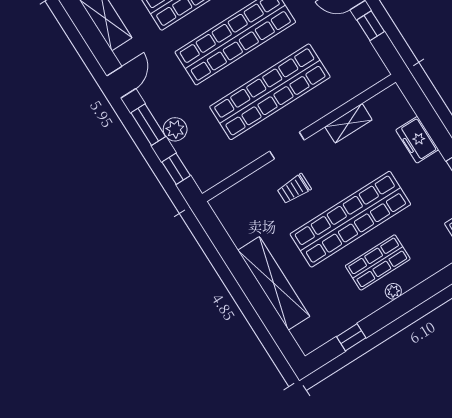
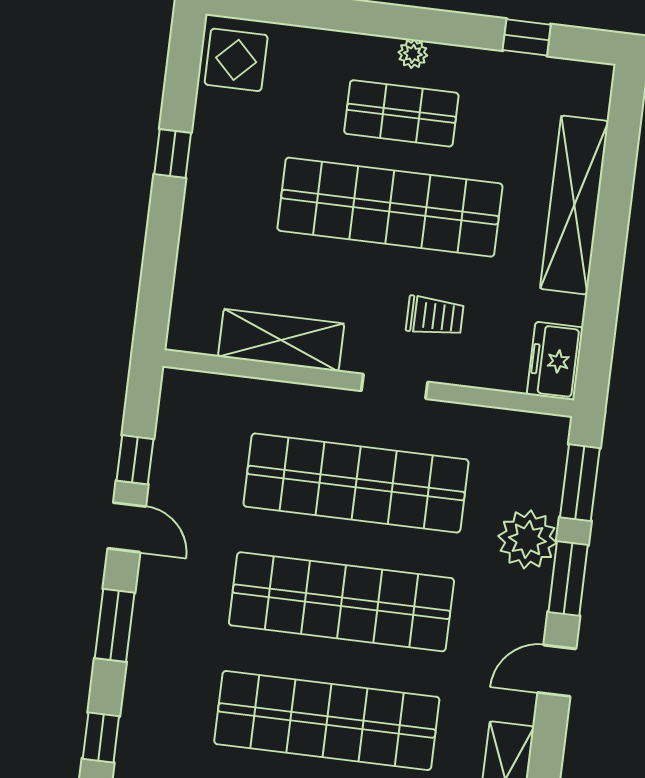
shelving: (349, 123) -> (281, 340), width x1.50, depth x1.33
plant: (175, 129) -> (527, 539), width x1.36, depth x1.36
freezer: (417, 140) -> (555, 361), moved, turned 180
window: (176, 169) -> (580, 483), width x1.50

